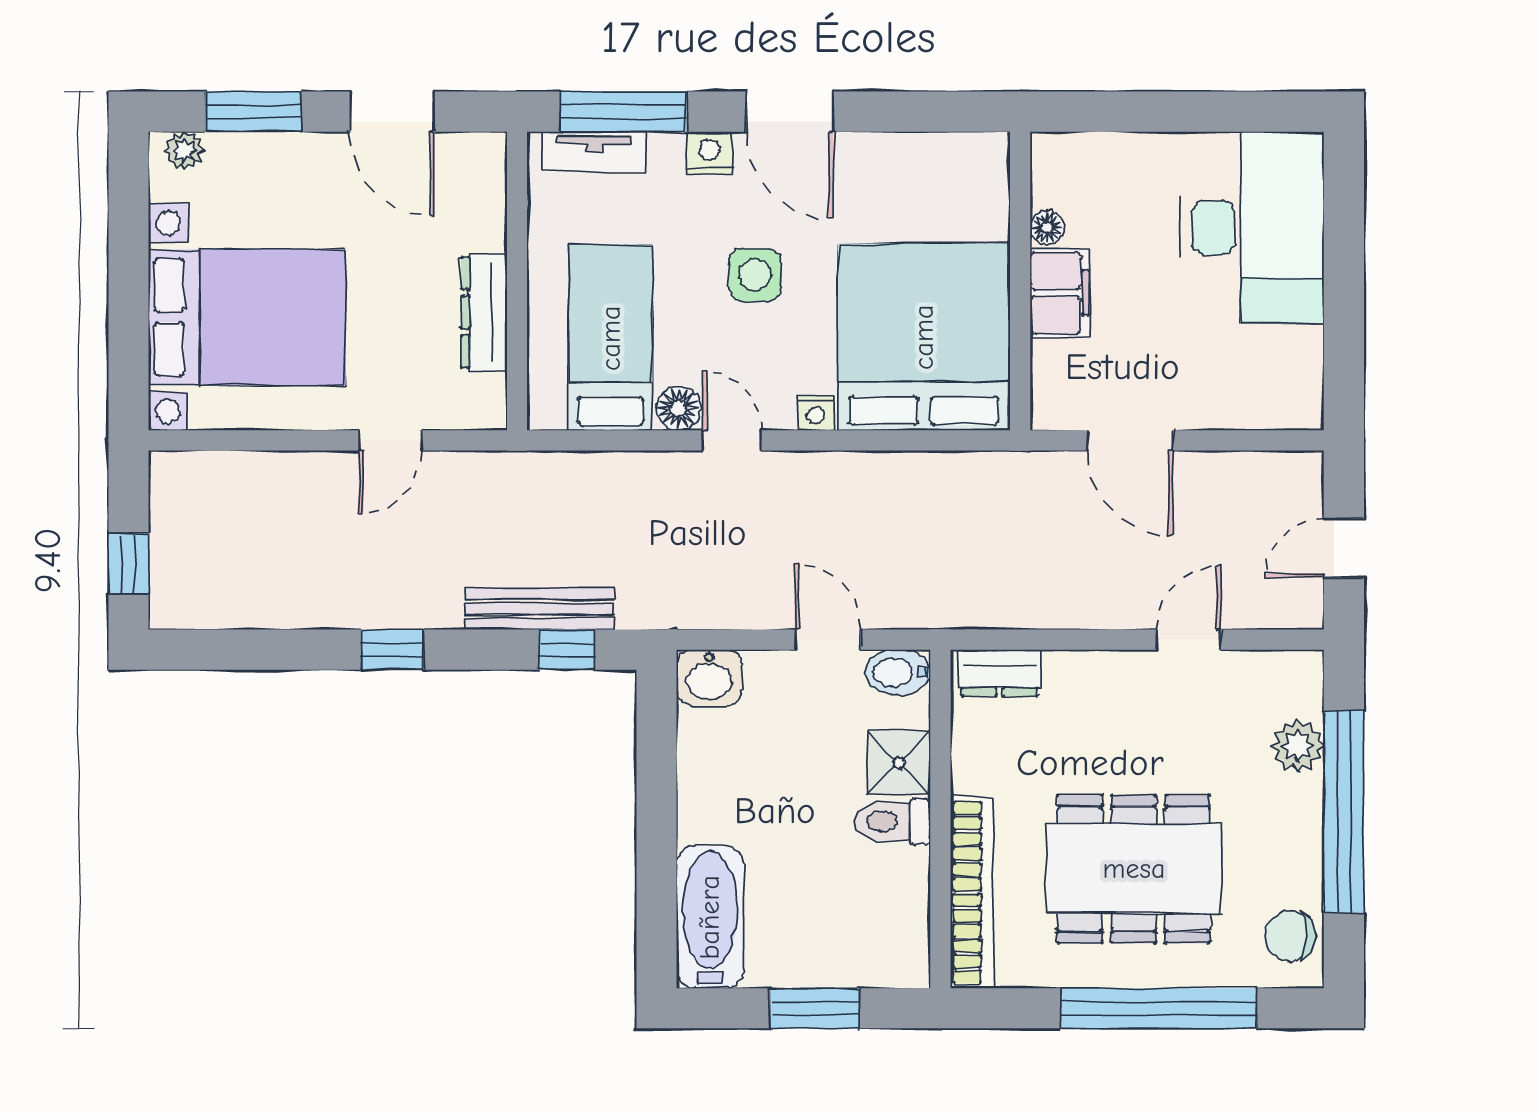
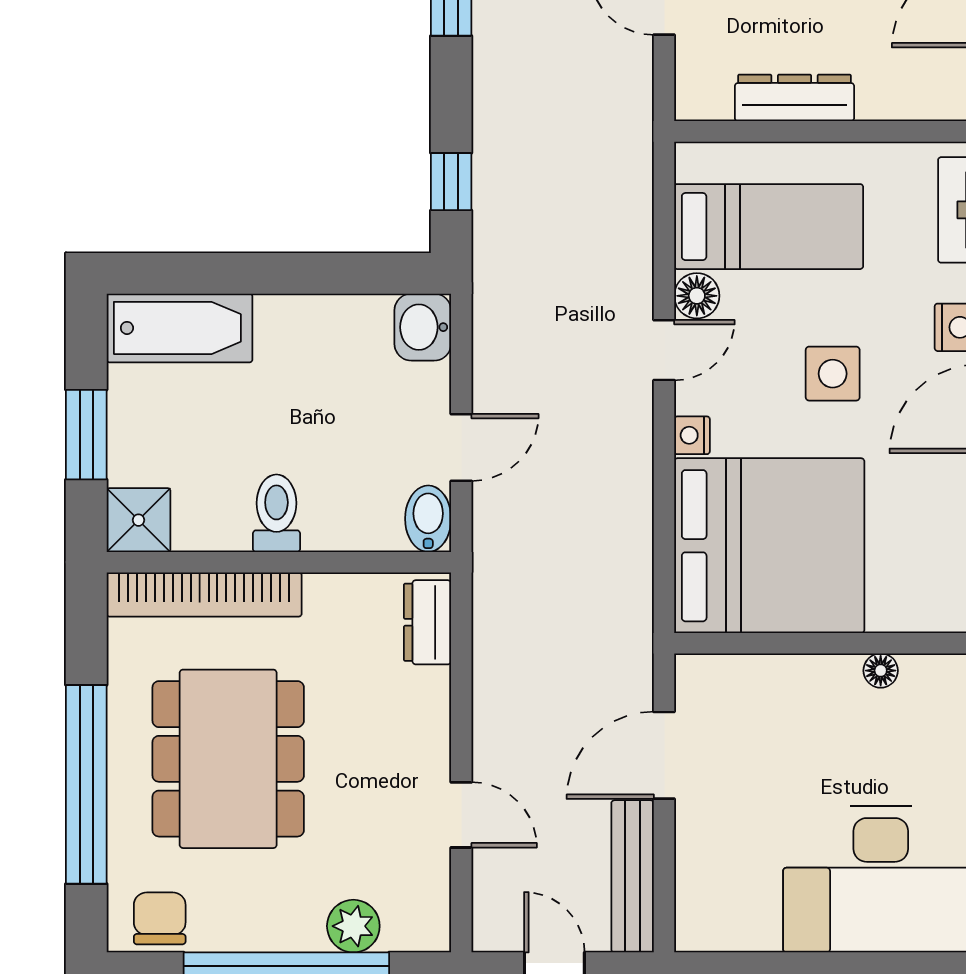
filing cabinet: (1060, 293) -> (814, 684), removed
bench: (539, 609) -> (633, 876), moved
shower: (899, 763) -> (139, 520), moved

